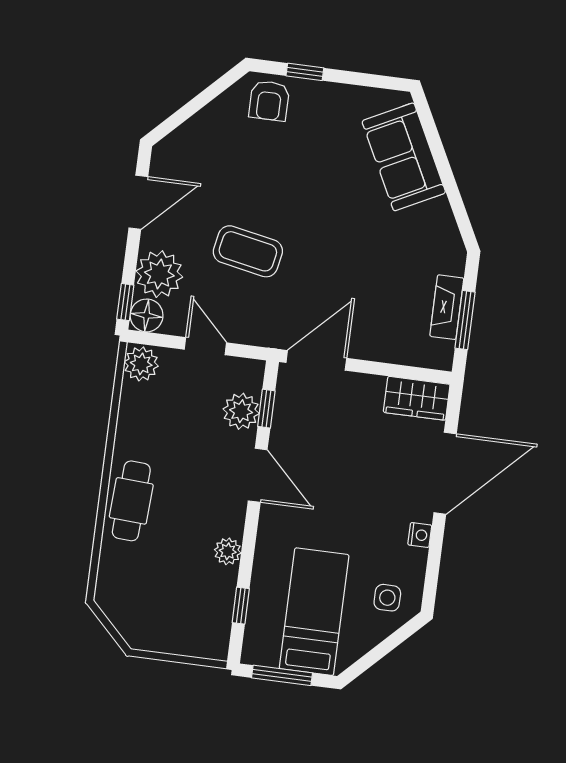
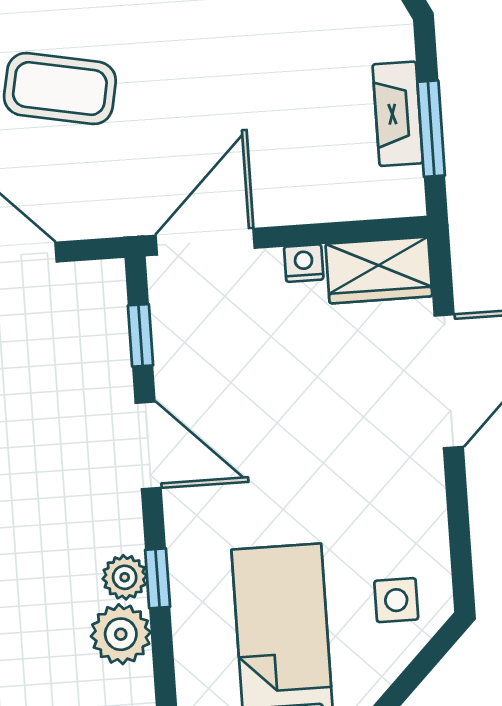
plant: (241, 411) -> (121, 634), moved
nightstand: (420, 535) -> (304, 263), moved, turned -90
window: (241, 606) -> (158, 578), moved

